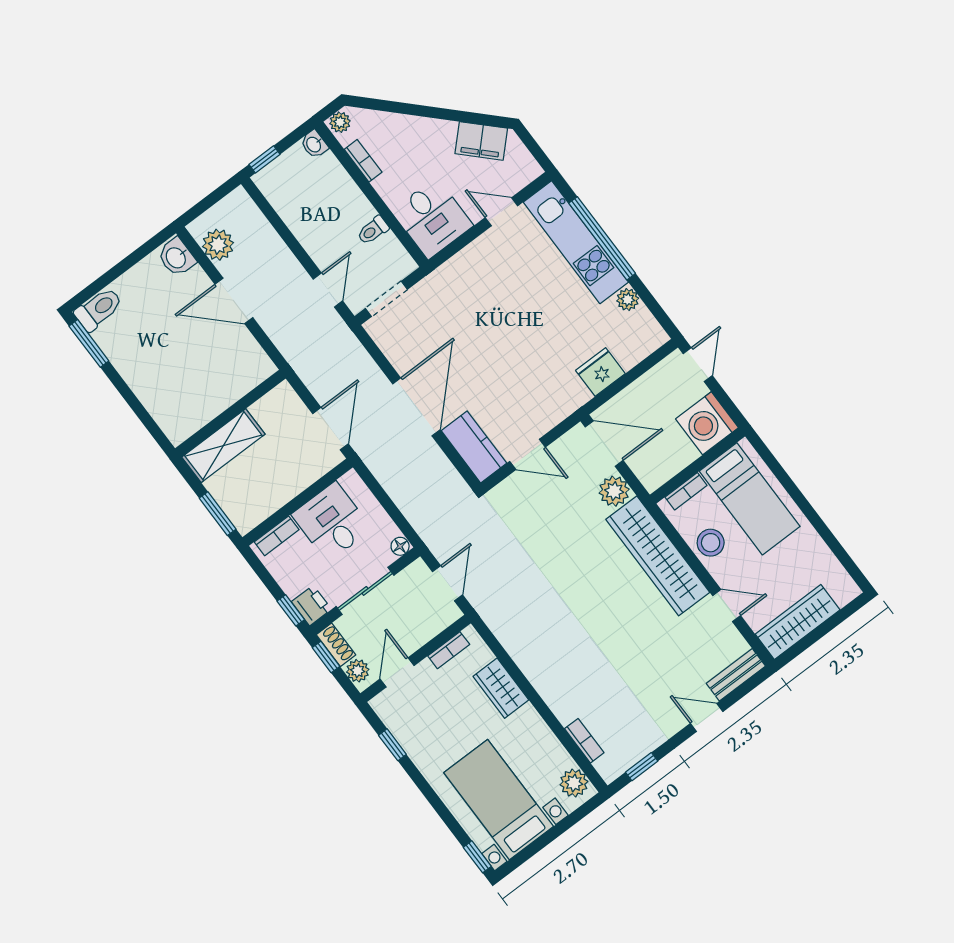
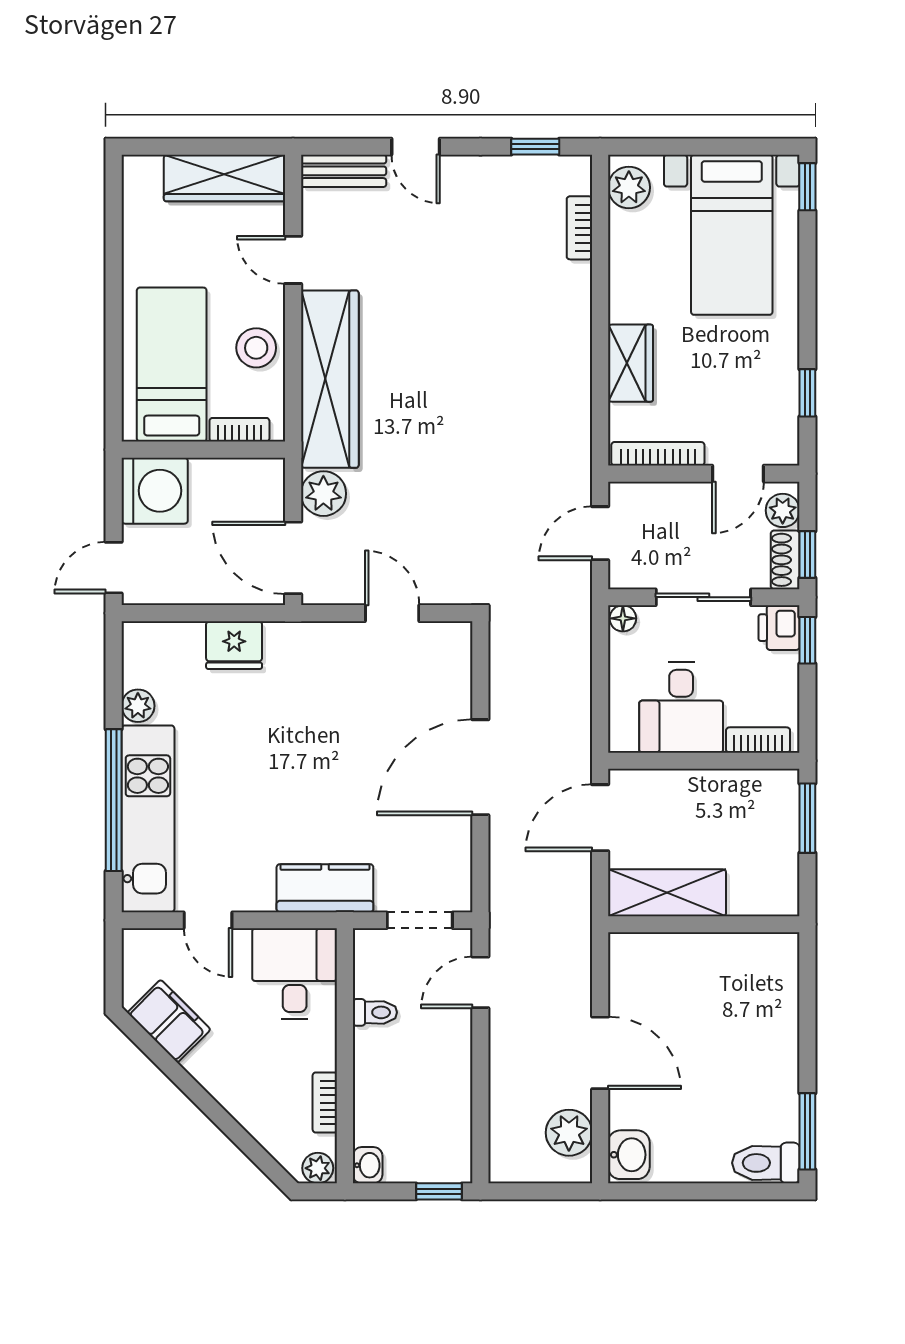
shelving: (223, 446) -> (667, 893), moved
kitchen counter: (474, 447) -> (325, 888), moved, turned 90
bookcase: (449, 650) -> (658, 454), width x1.56

